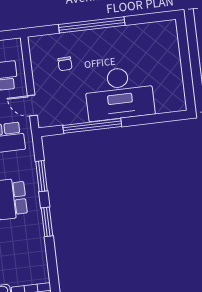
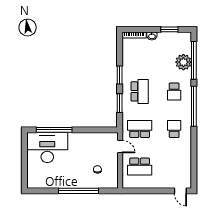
desk: (119, 93) -> (47, 148), moved
window: (92, 126) -> (54, 130), moved

